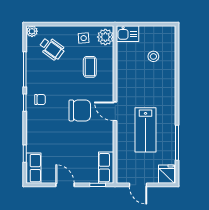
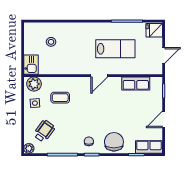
chair: (80, 110) -> (114, 142), moved
row of seats: (106, 168) -> (136, 83), moved

